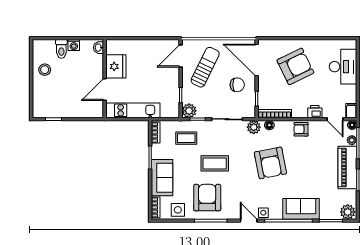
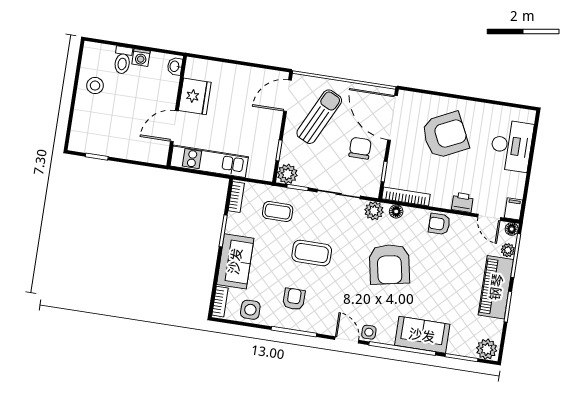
chair: (237, 85) -> (360, 148), turned -90
armchair: (207, 198) -> (294, 299), width x0.53, depth x0.53

